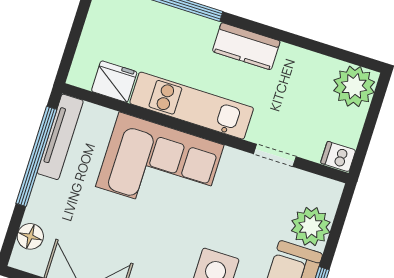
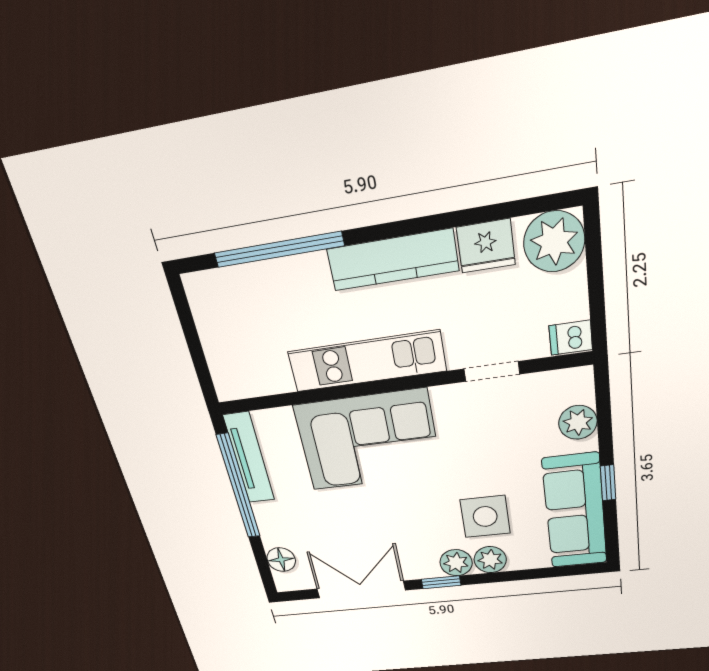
kitchen counter: (246, 46) -> (393, 260), width x1.50
fridge: (114, 82) -> (486, 246), moved, turned 180
plant: (311, 226) -> (578, 422), width x0.73, depth x0.73

